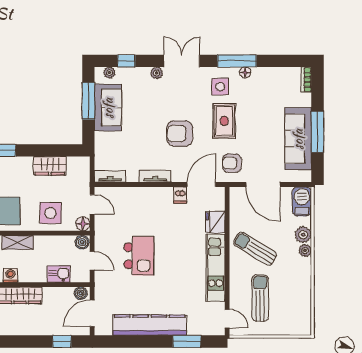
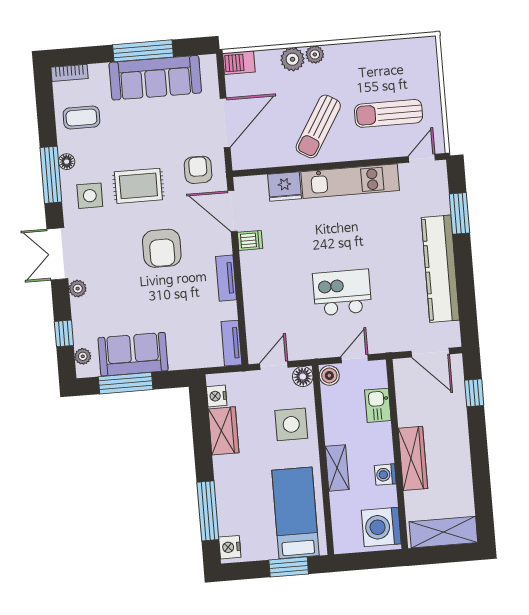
coffee table: (275, 85) -> (81, 117), added
nightstand: (74, 163) -> (217, 396), added
armchair: (232, 163) -> (198, 170), turned 180
barbecue: (302, 201) -> (239, 63), width x0.73, depth x0.79
boiler: (81, 293) -> (403, 372), removed

